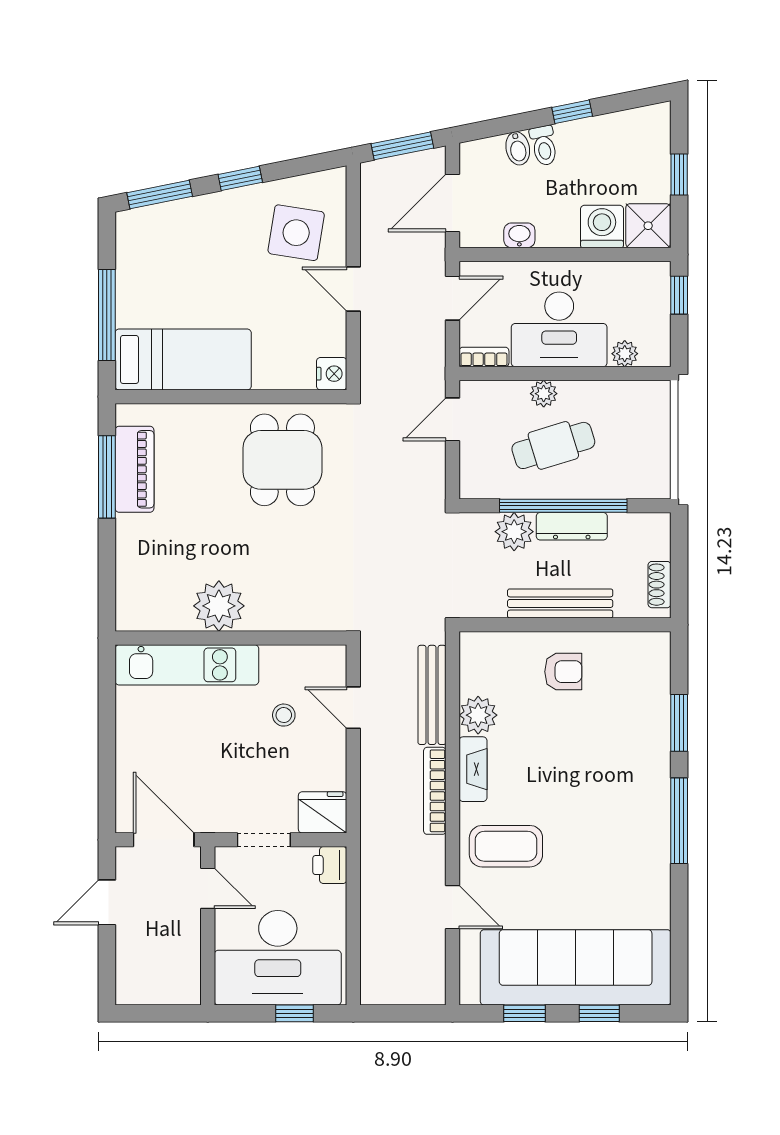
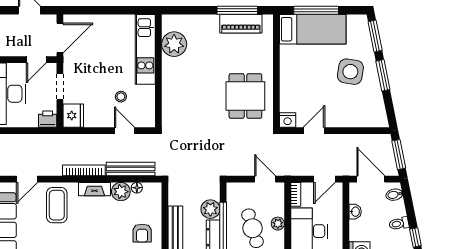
bidet: (518, 148) -> (394, 195), moved
window: (240, 178) -> (383, 75), width x1.50
side table: (296, 233) -> (350, 72), moved
door: (353, 289) -> (314, 131), moved
door: (453, 298) -> (324, 179), hinge flipped
bed: (183, 359) -> (313, 29), moved, turned -90
dining table: (282, 460) -> (245, 96), turned 90
plant: (219, 606) -> (174, 44), moved
floor lamp: (470, 682) -> (137, 188), added
door: (353, 708) -> (124, 131), hinge flipped

